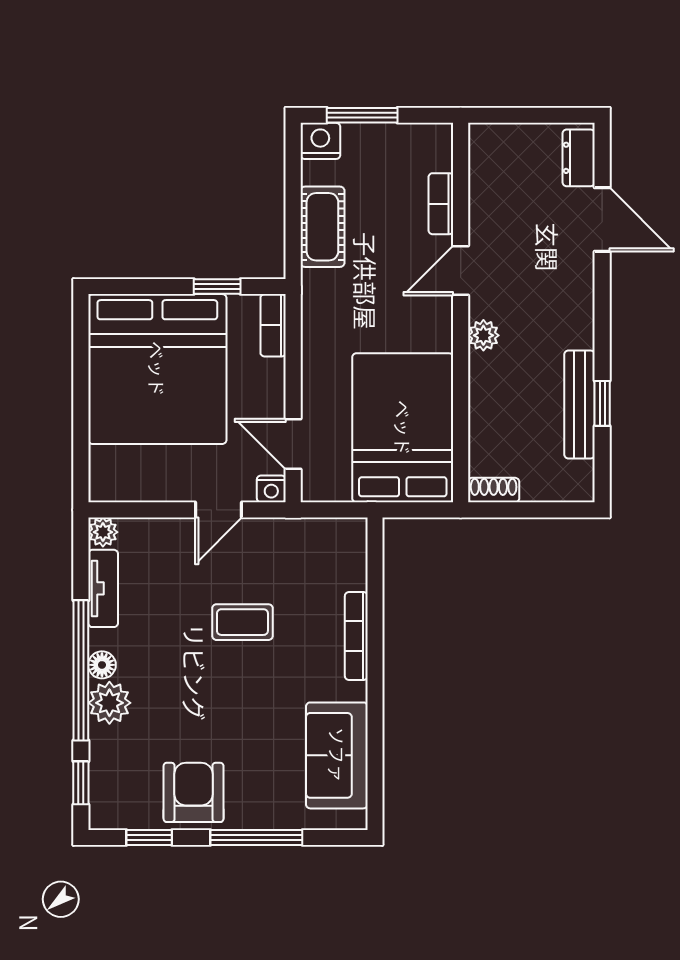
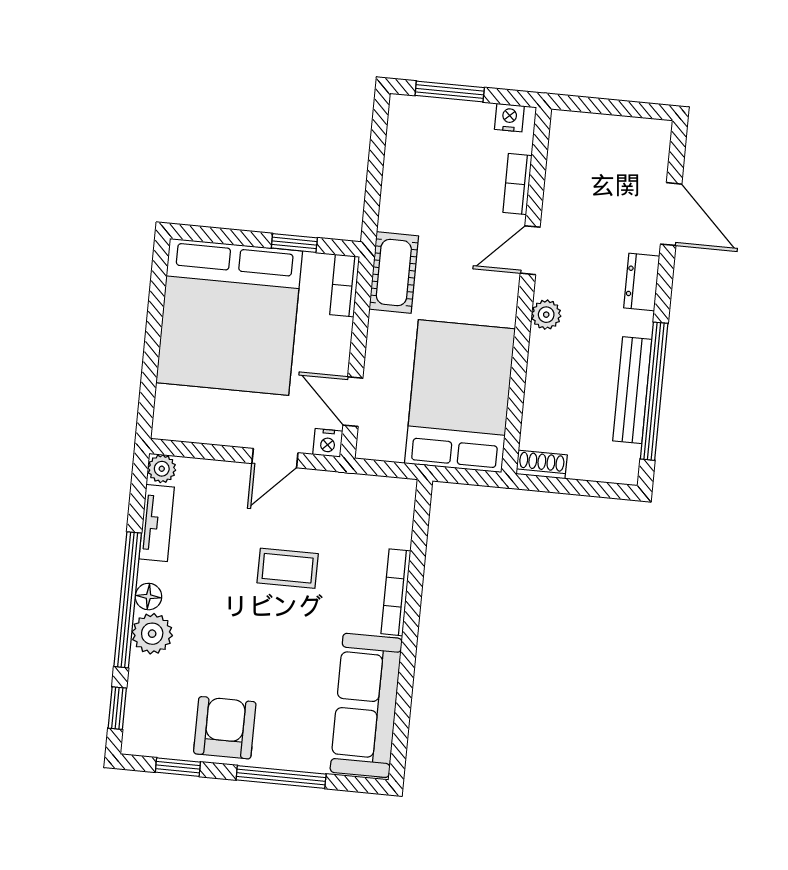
nightstand: (320, 141) -> (509, 118), moved, width x0.72, depth x0.74
dresser: (579, 158) -> (642, 282), moved
cot: (322, 227) -> (394, 273), moved
window: (602, 403) -> (654, 391), width x3.17
sofa: (337, 755) -> (366, 705), width x1.36

